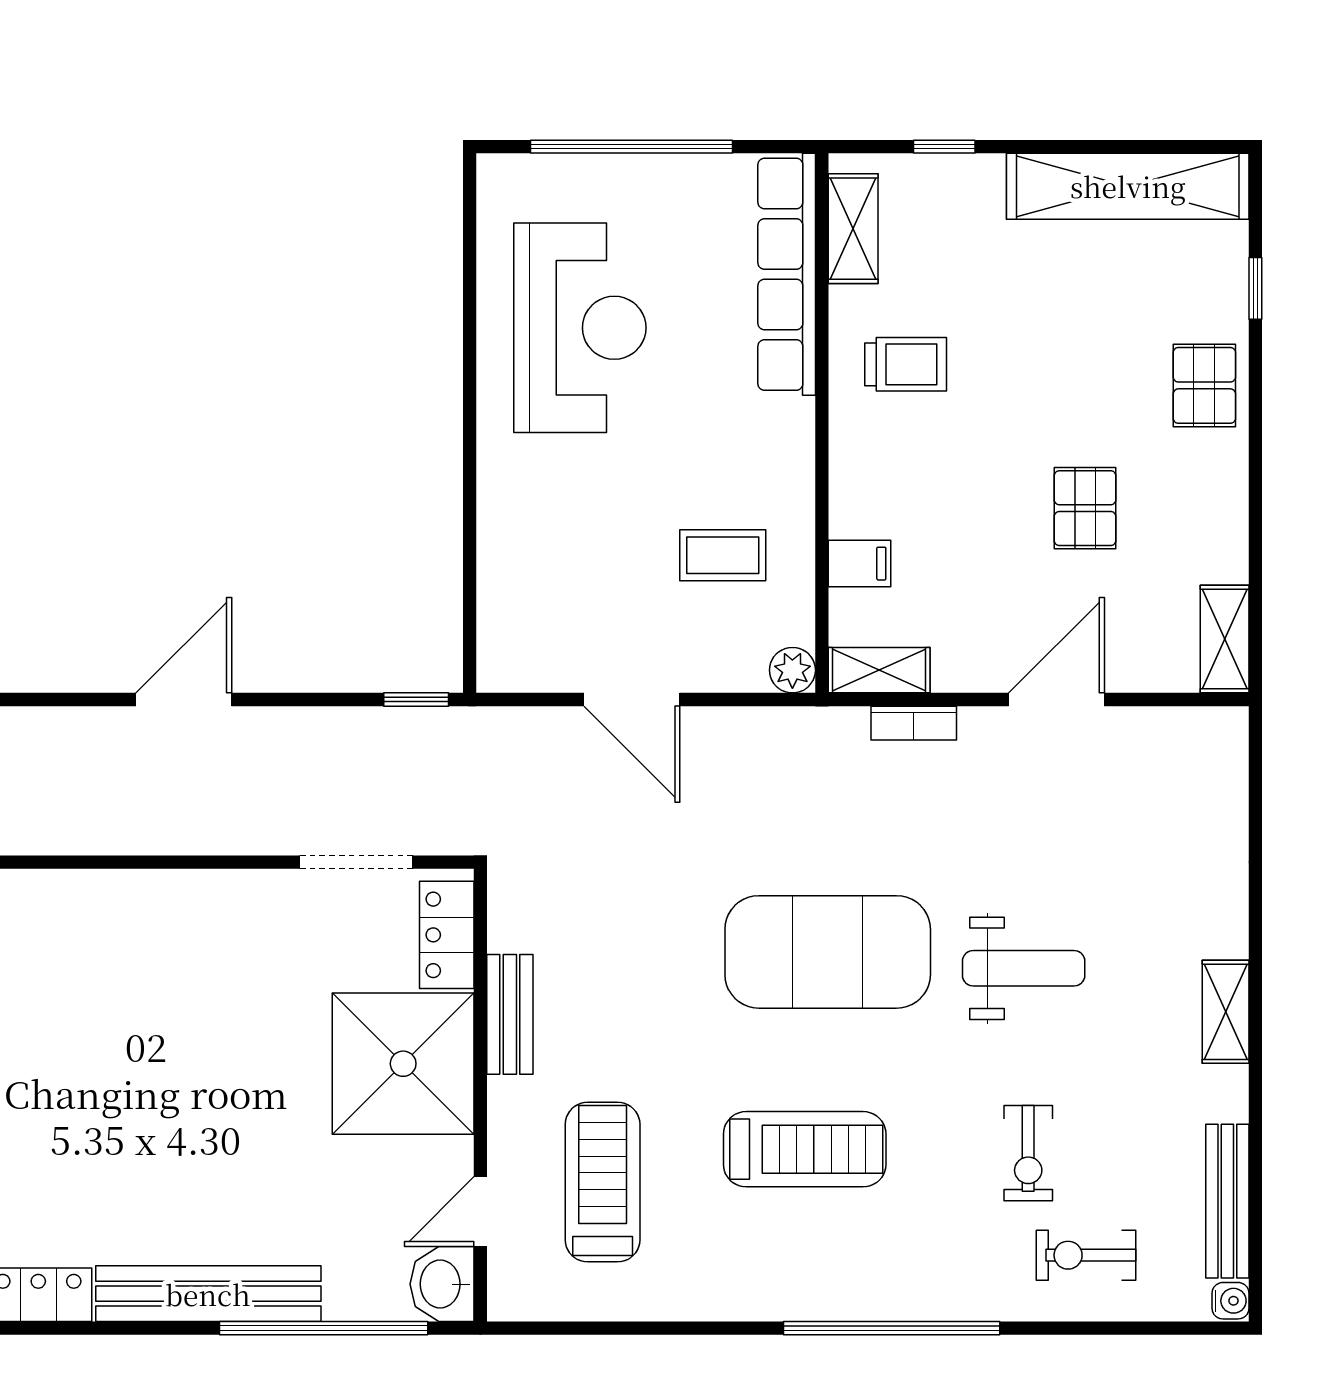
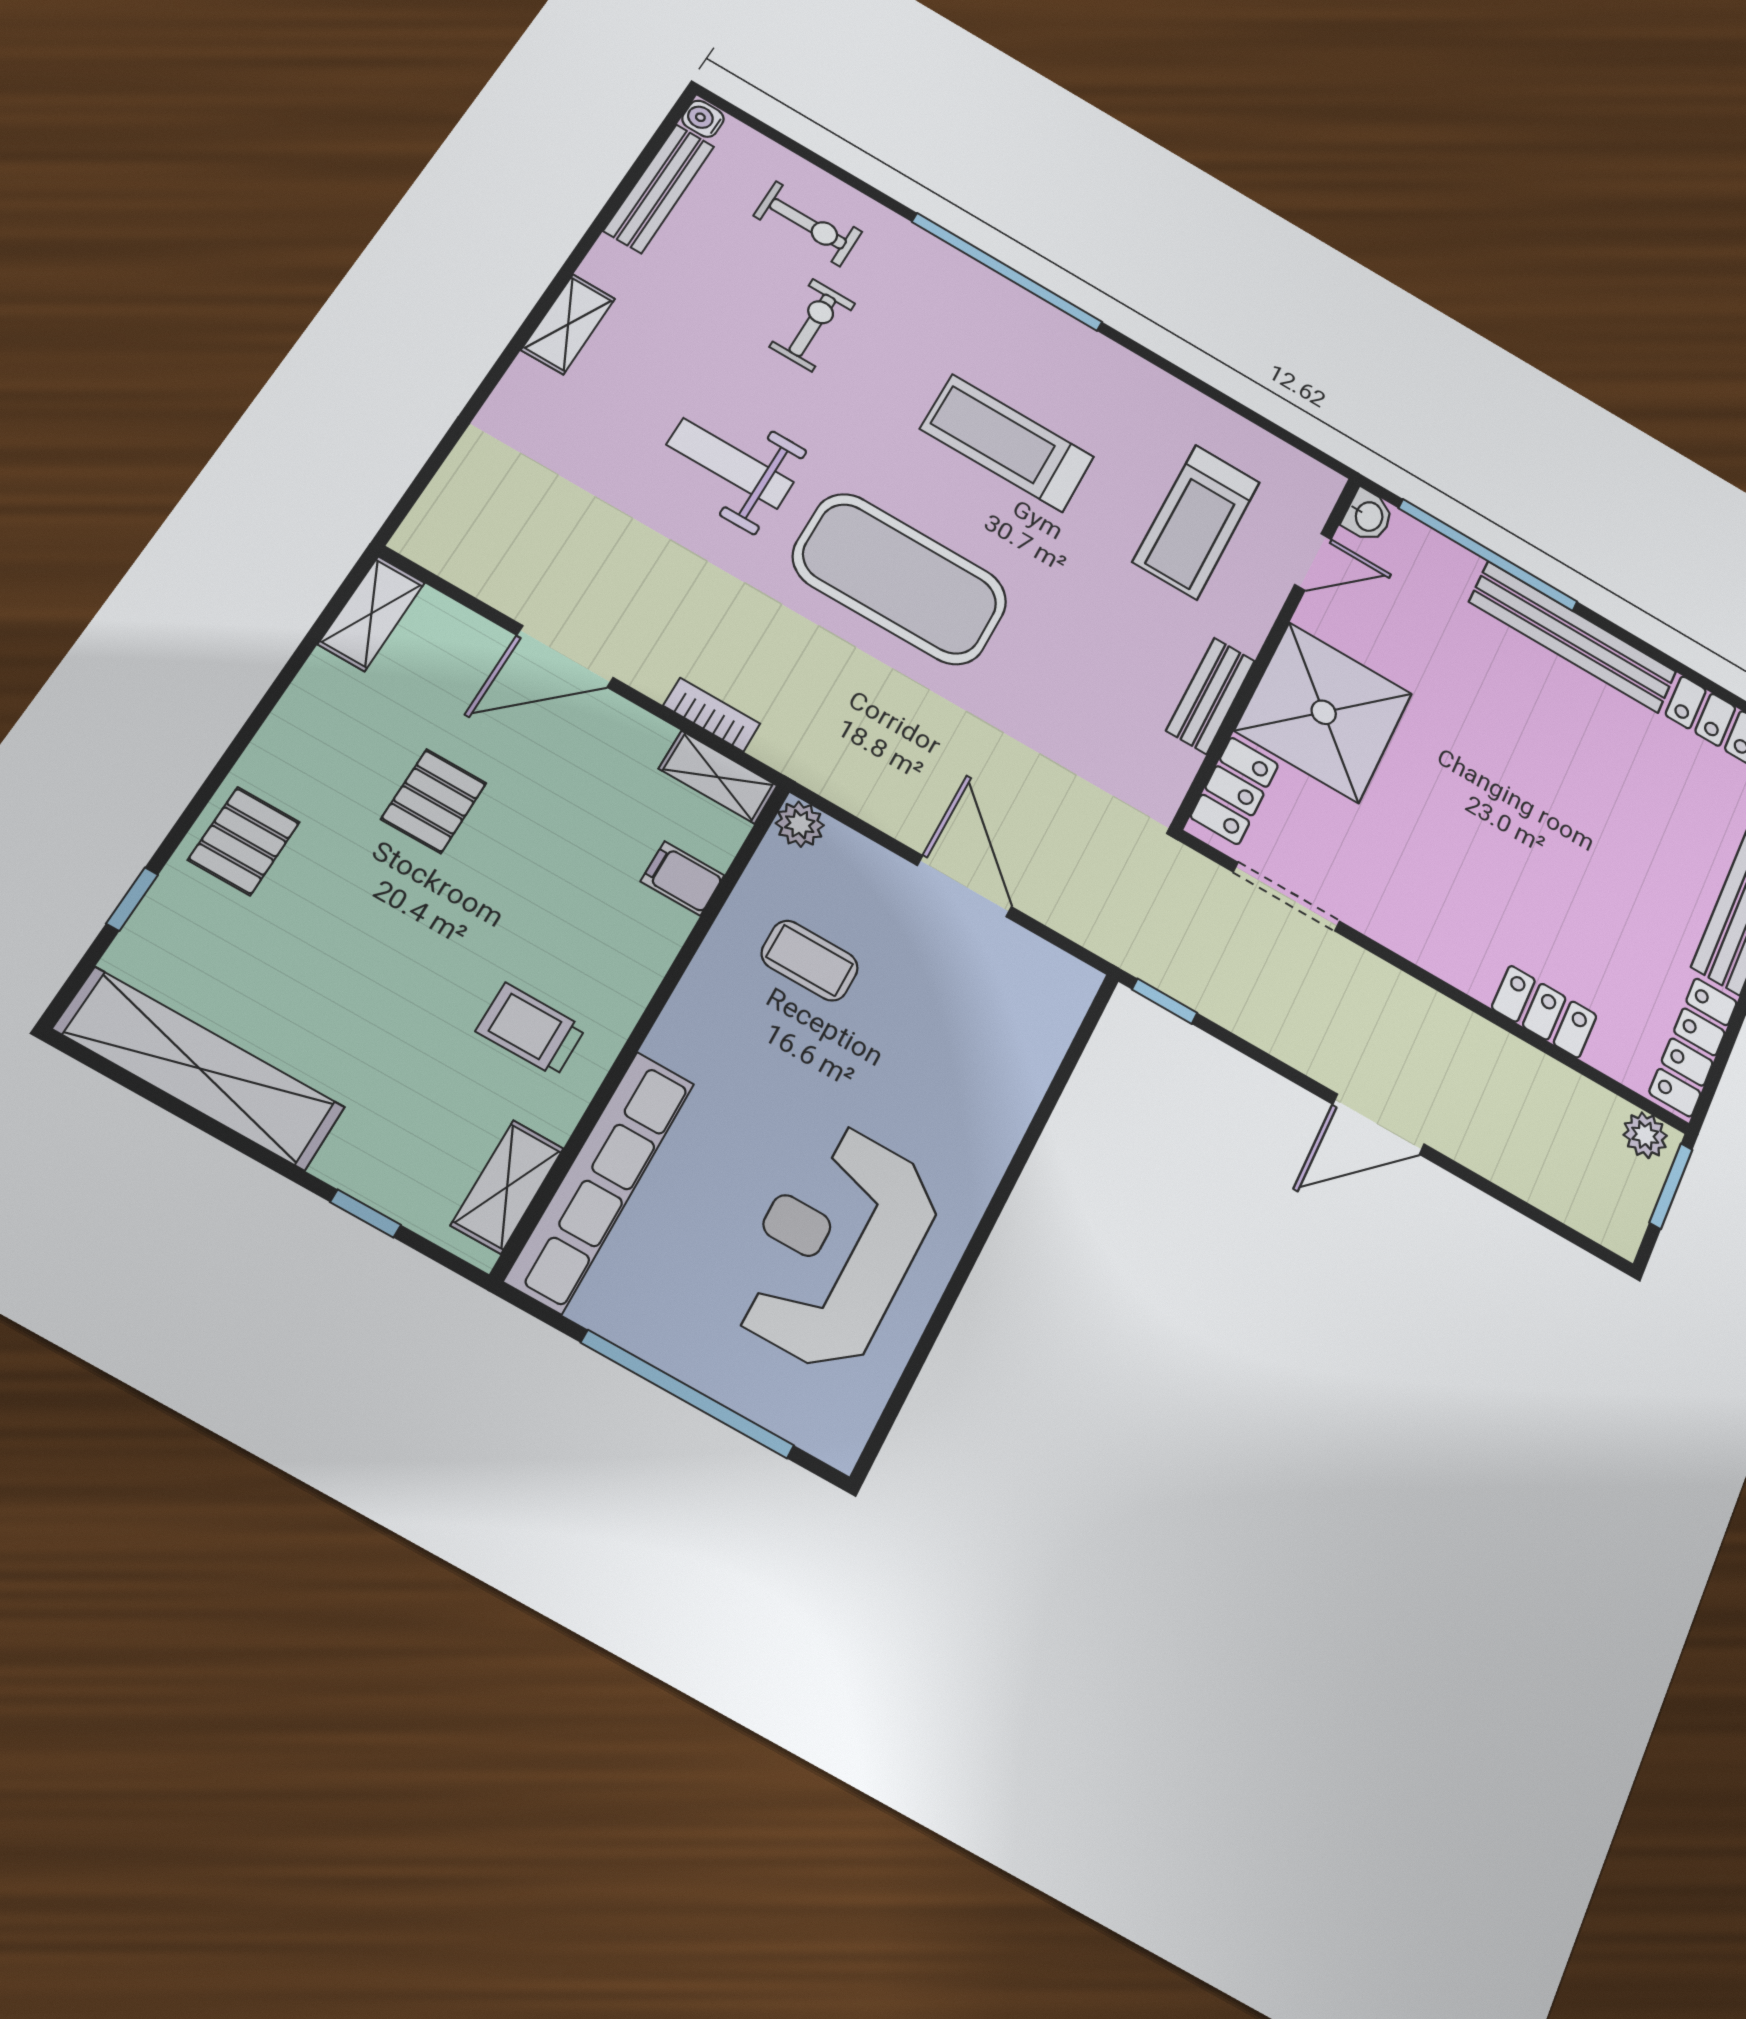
locker: (81, 895) -> (1544, 1012), added
washbasin: (442, 1284) -> (1368, 516), width x0.72, depth x0.69

